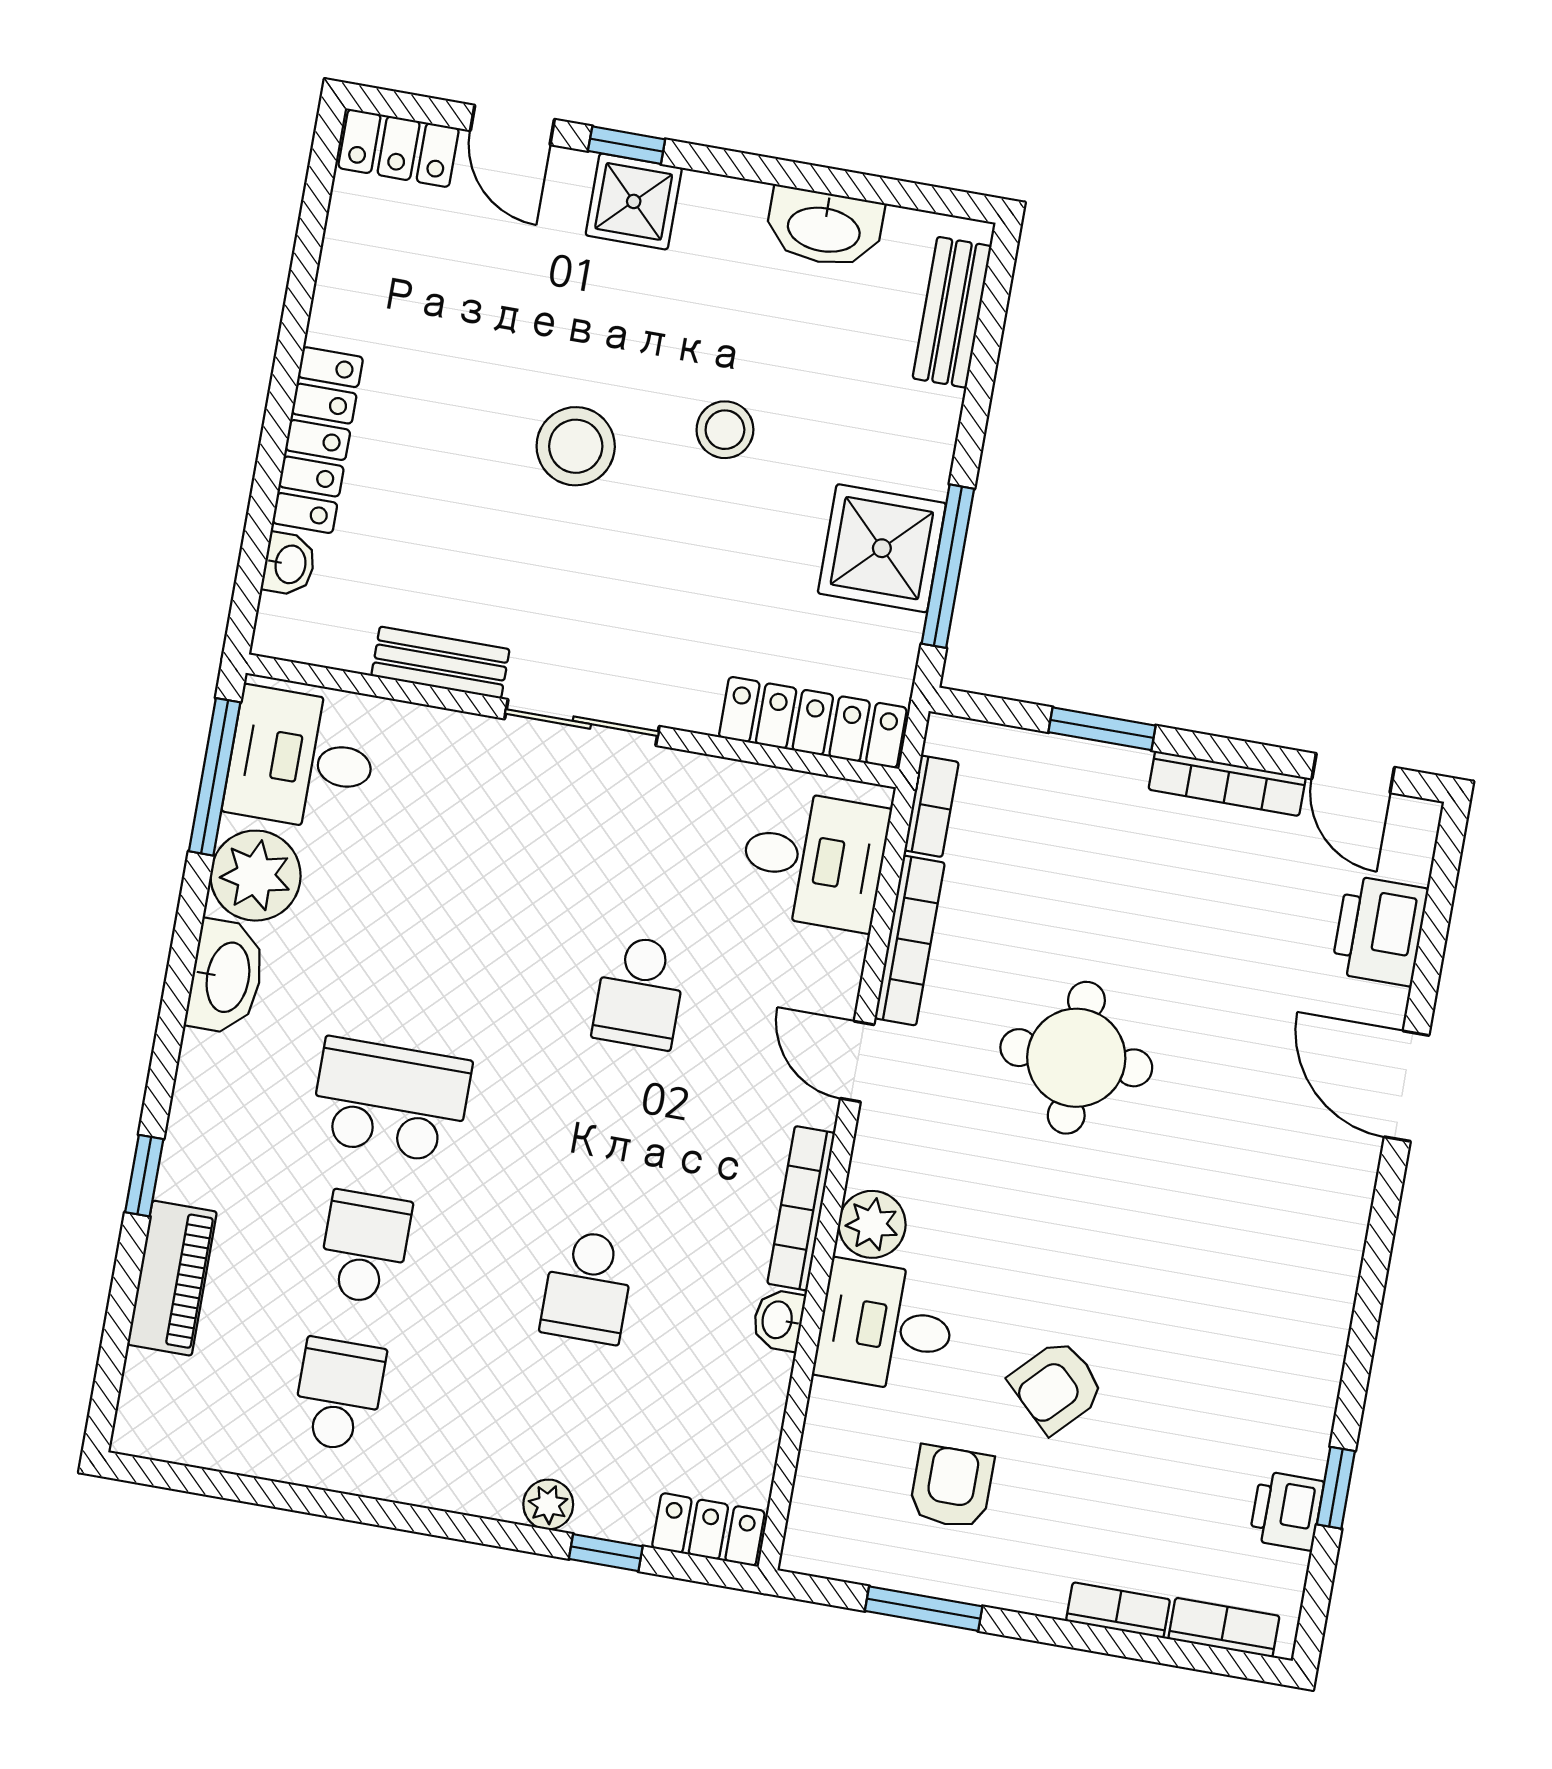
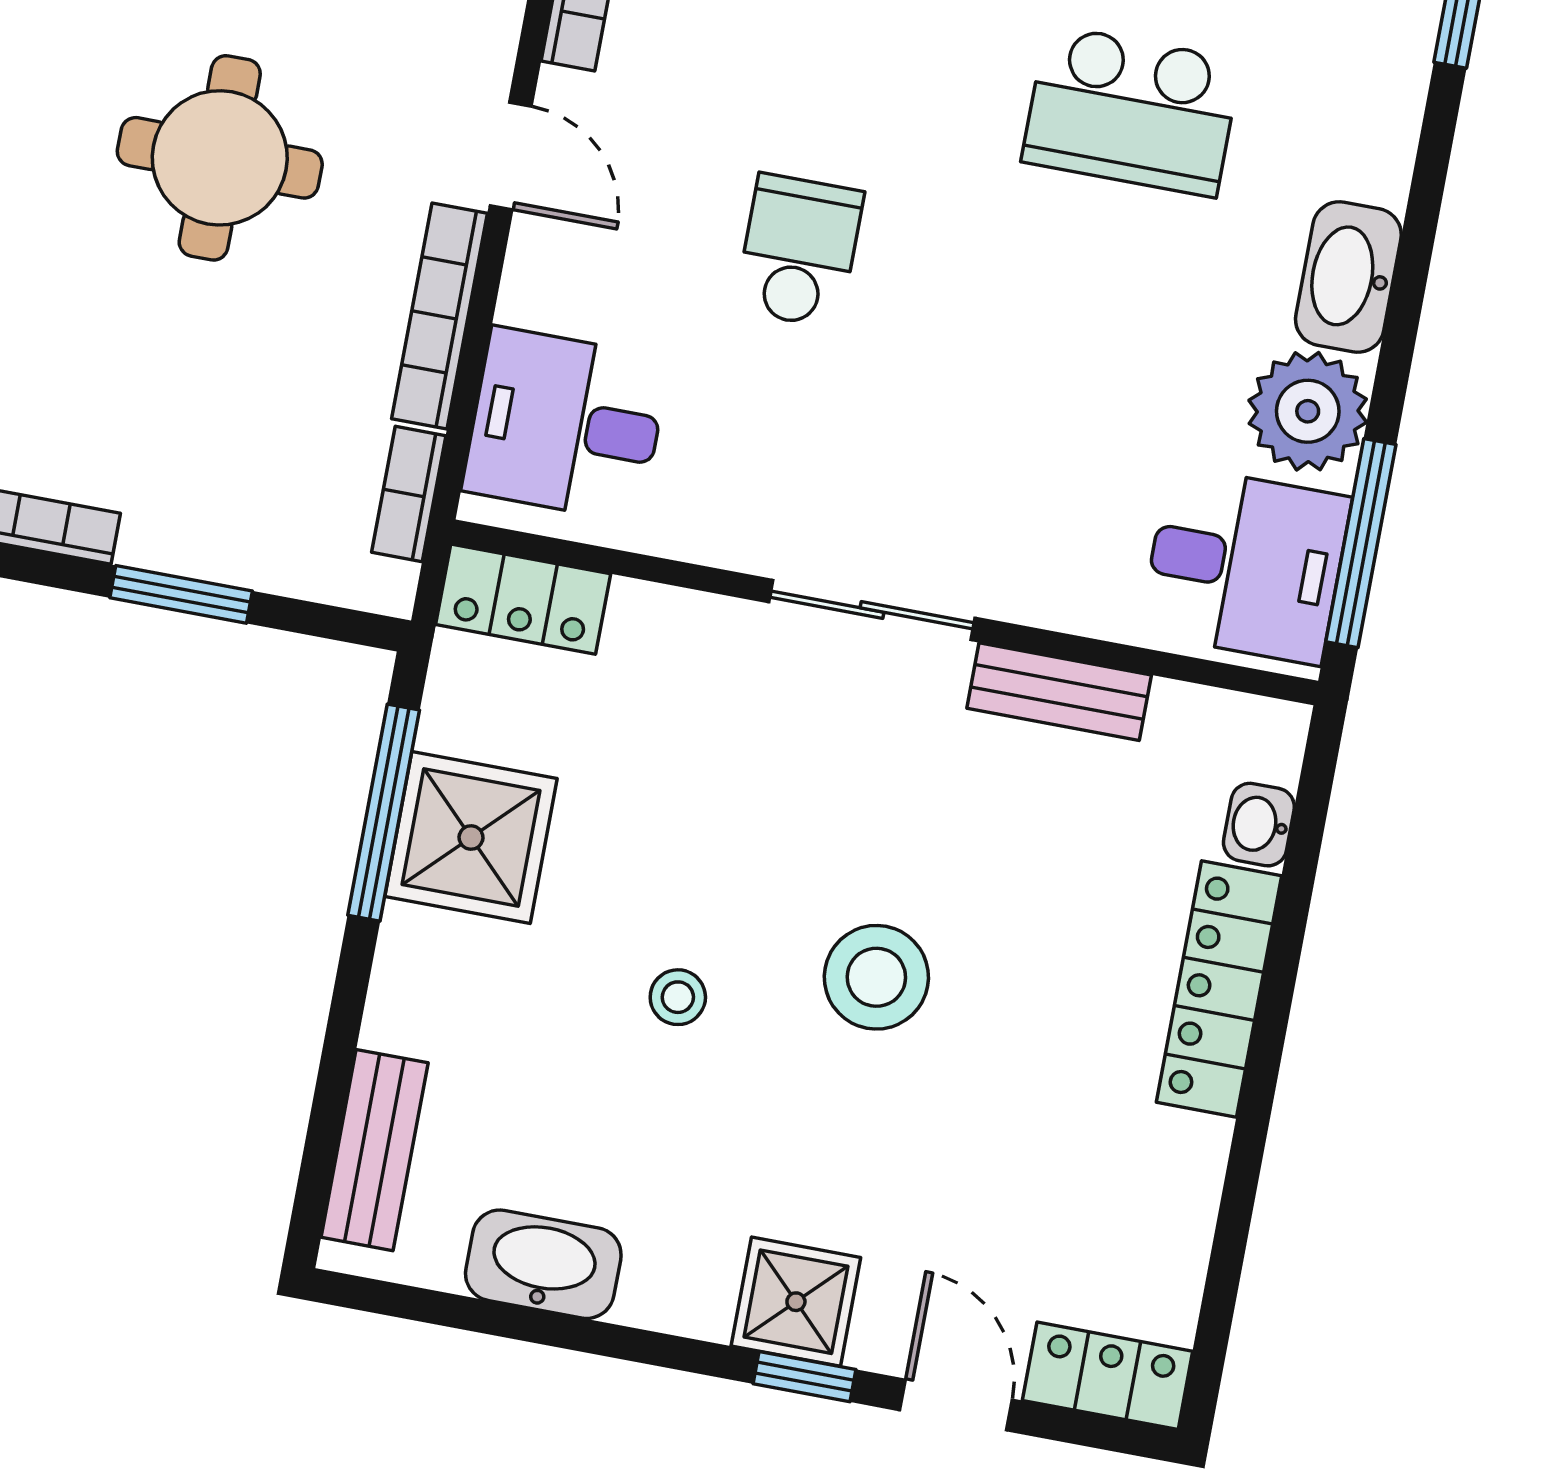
stool: (725, 430) -> (678, 997), width x0.73, depth x0.73
locker: (813, 722) -> (523, 599), width x0.66

